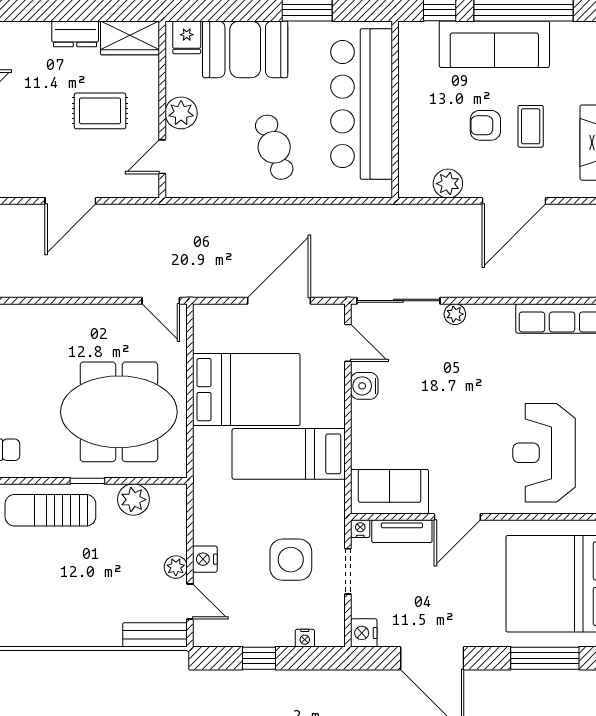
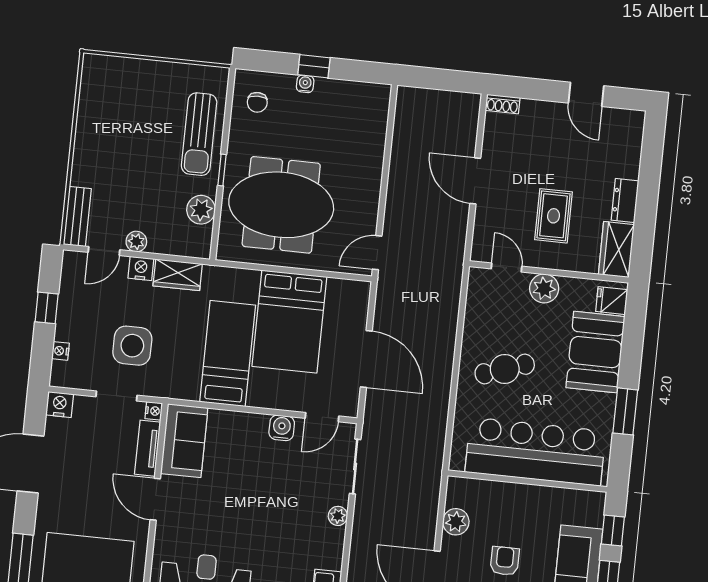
sliding door: (398, 301) -> (355, 466), width x0.73
meeting table: (119, 412) -> (281, 205), turned 90
sun lounger: (50, 510) -> (199, 134), turned 180
wardrobe: (208, 518) -> (178, 275), added

